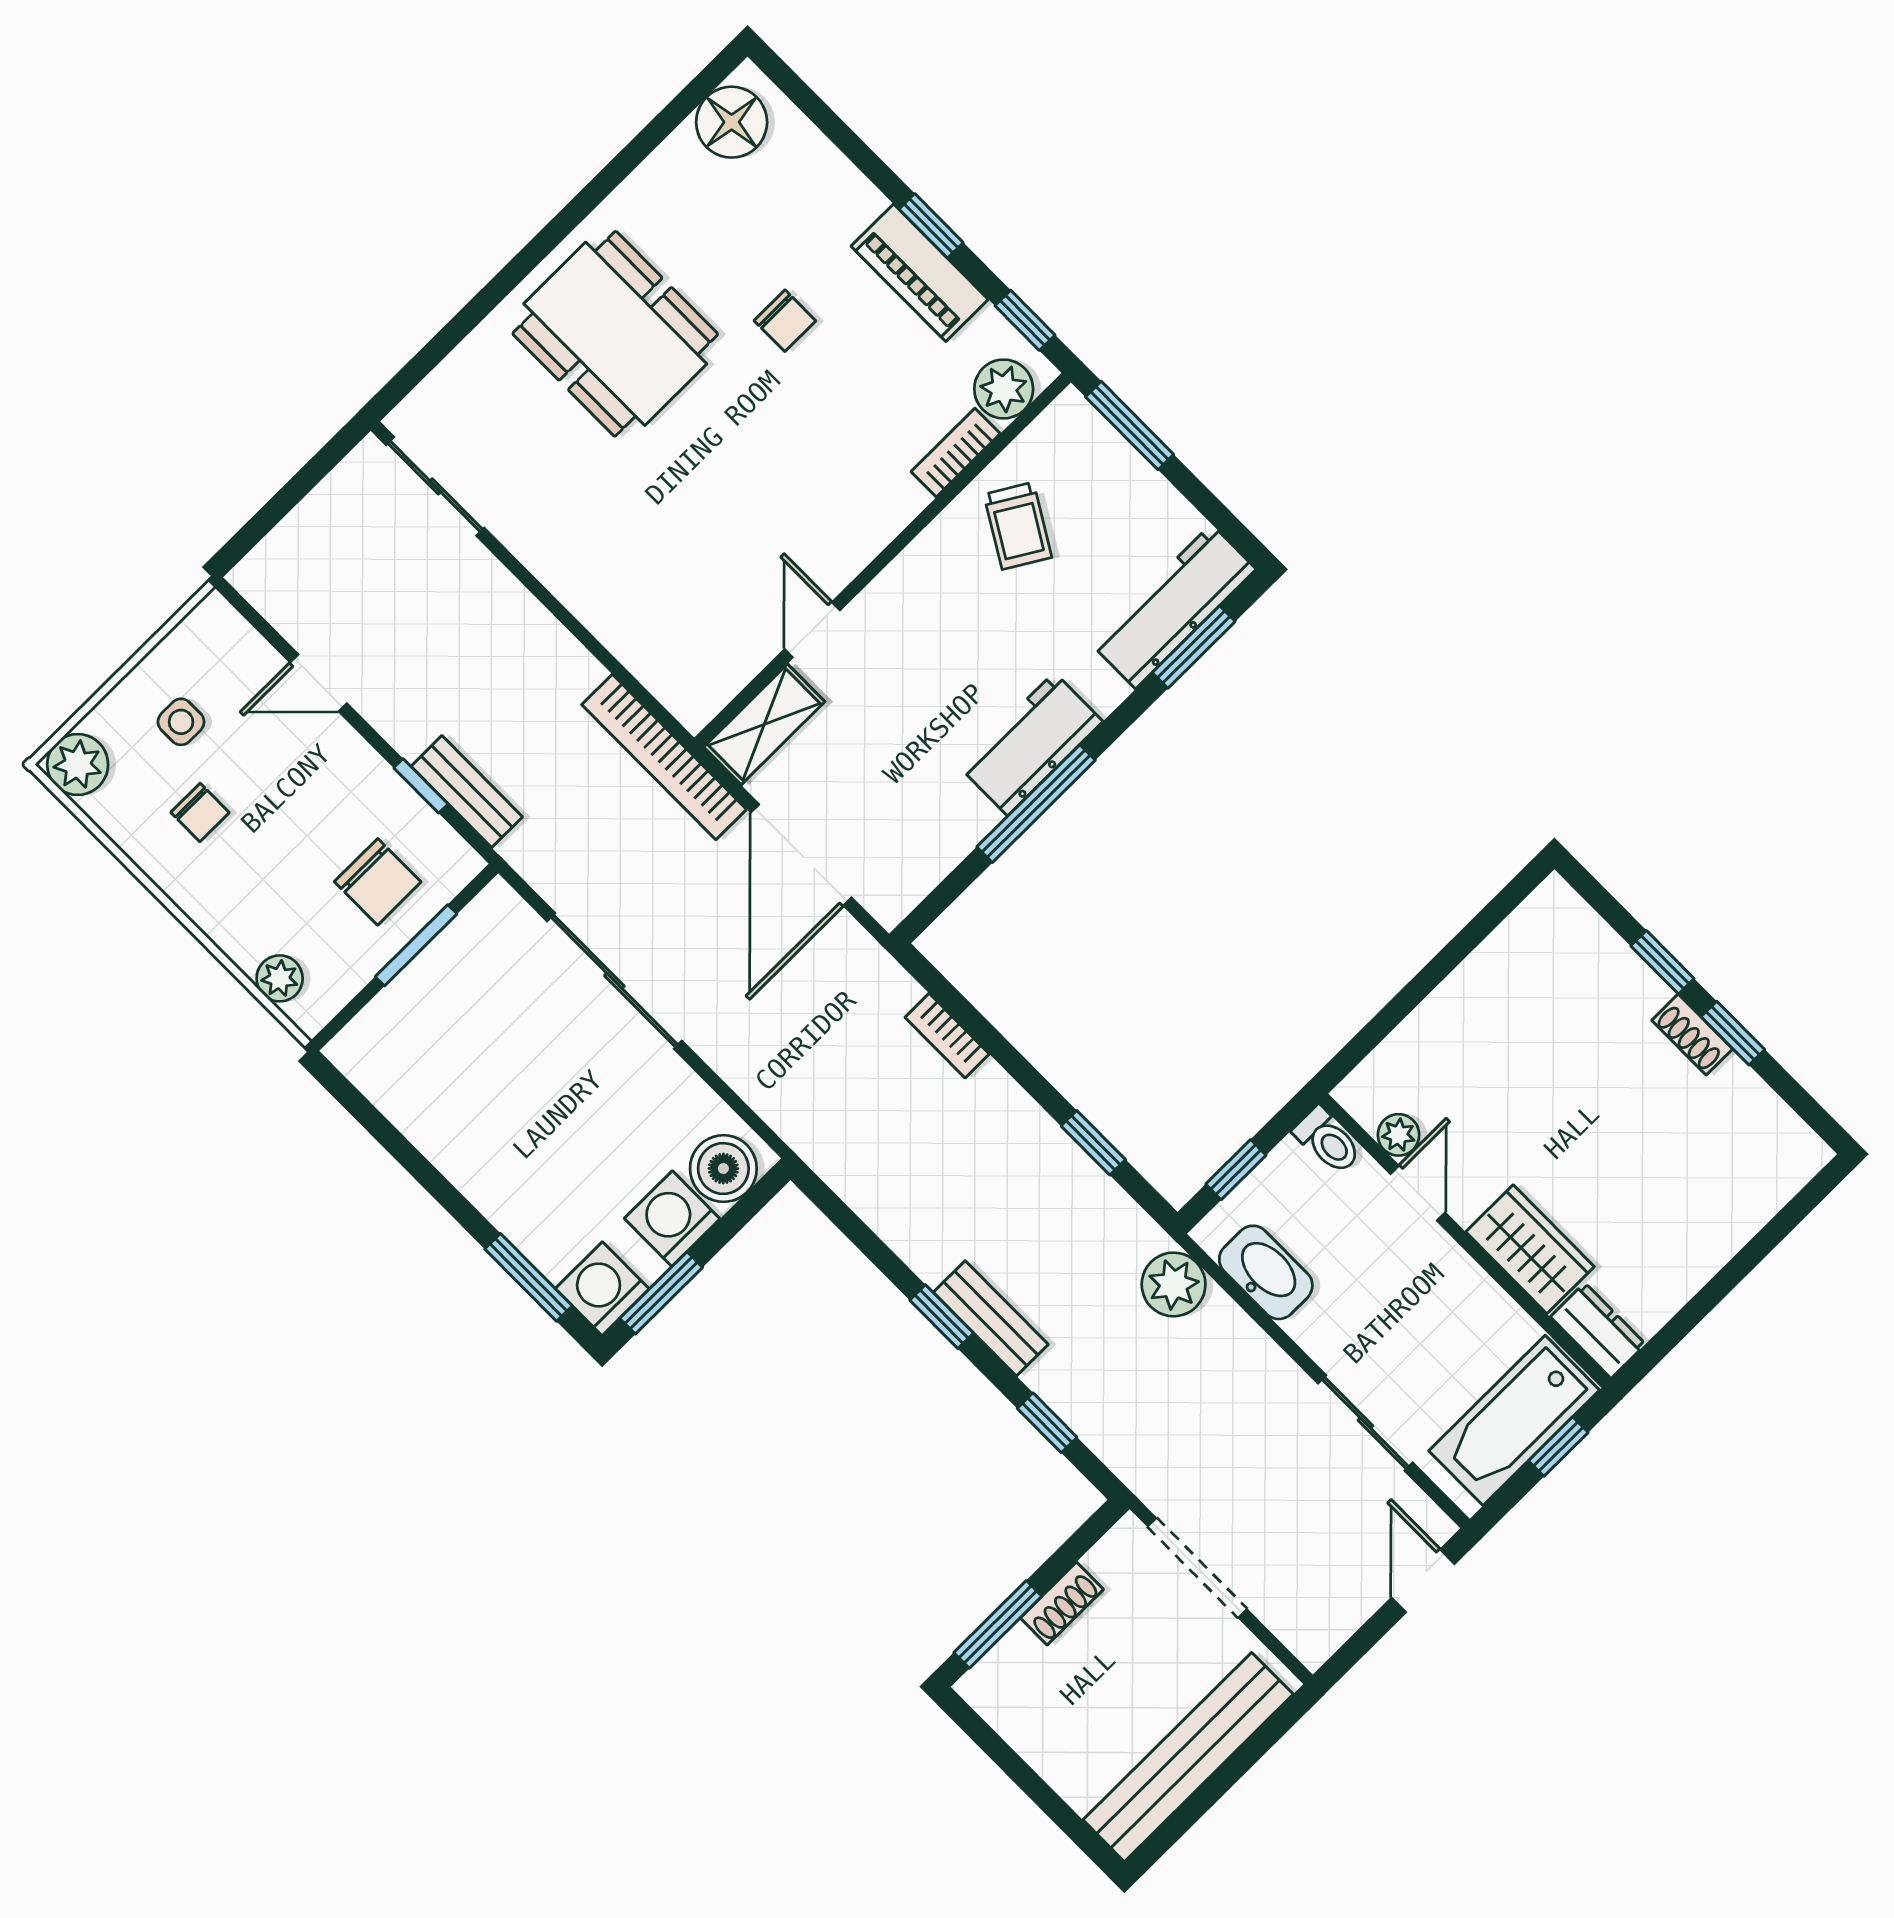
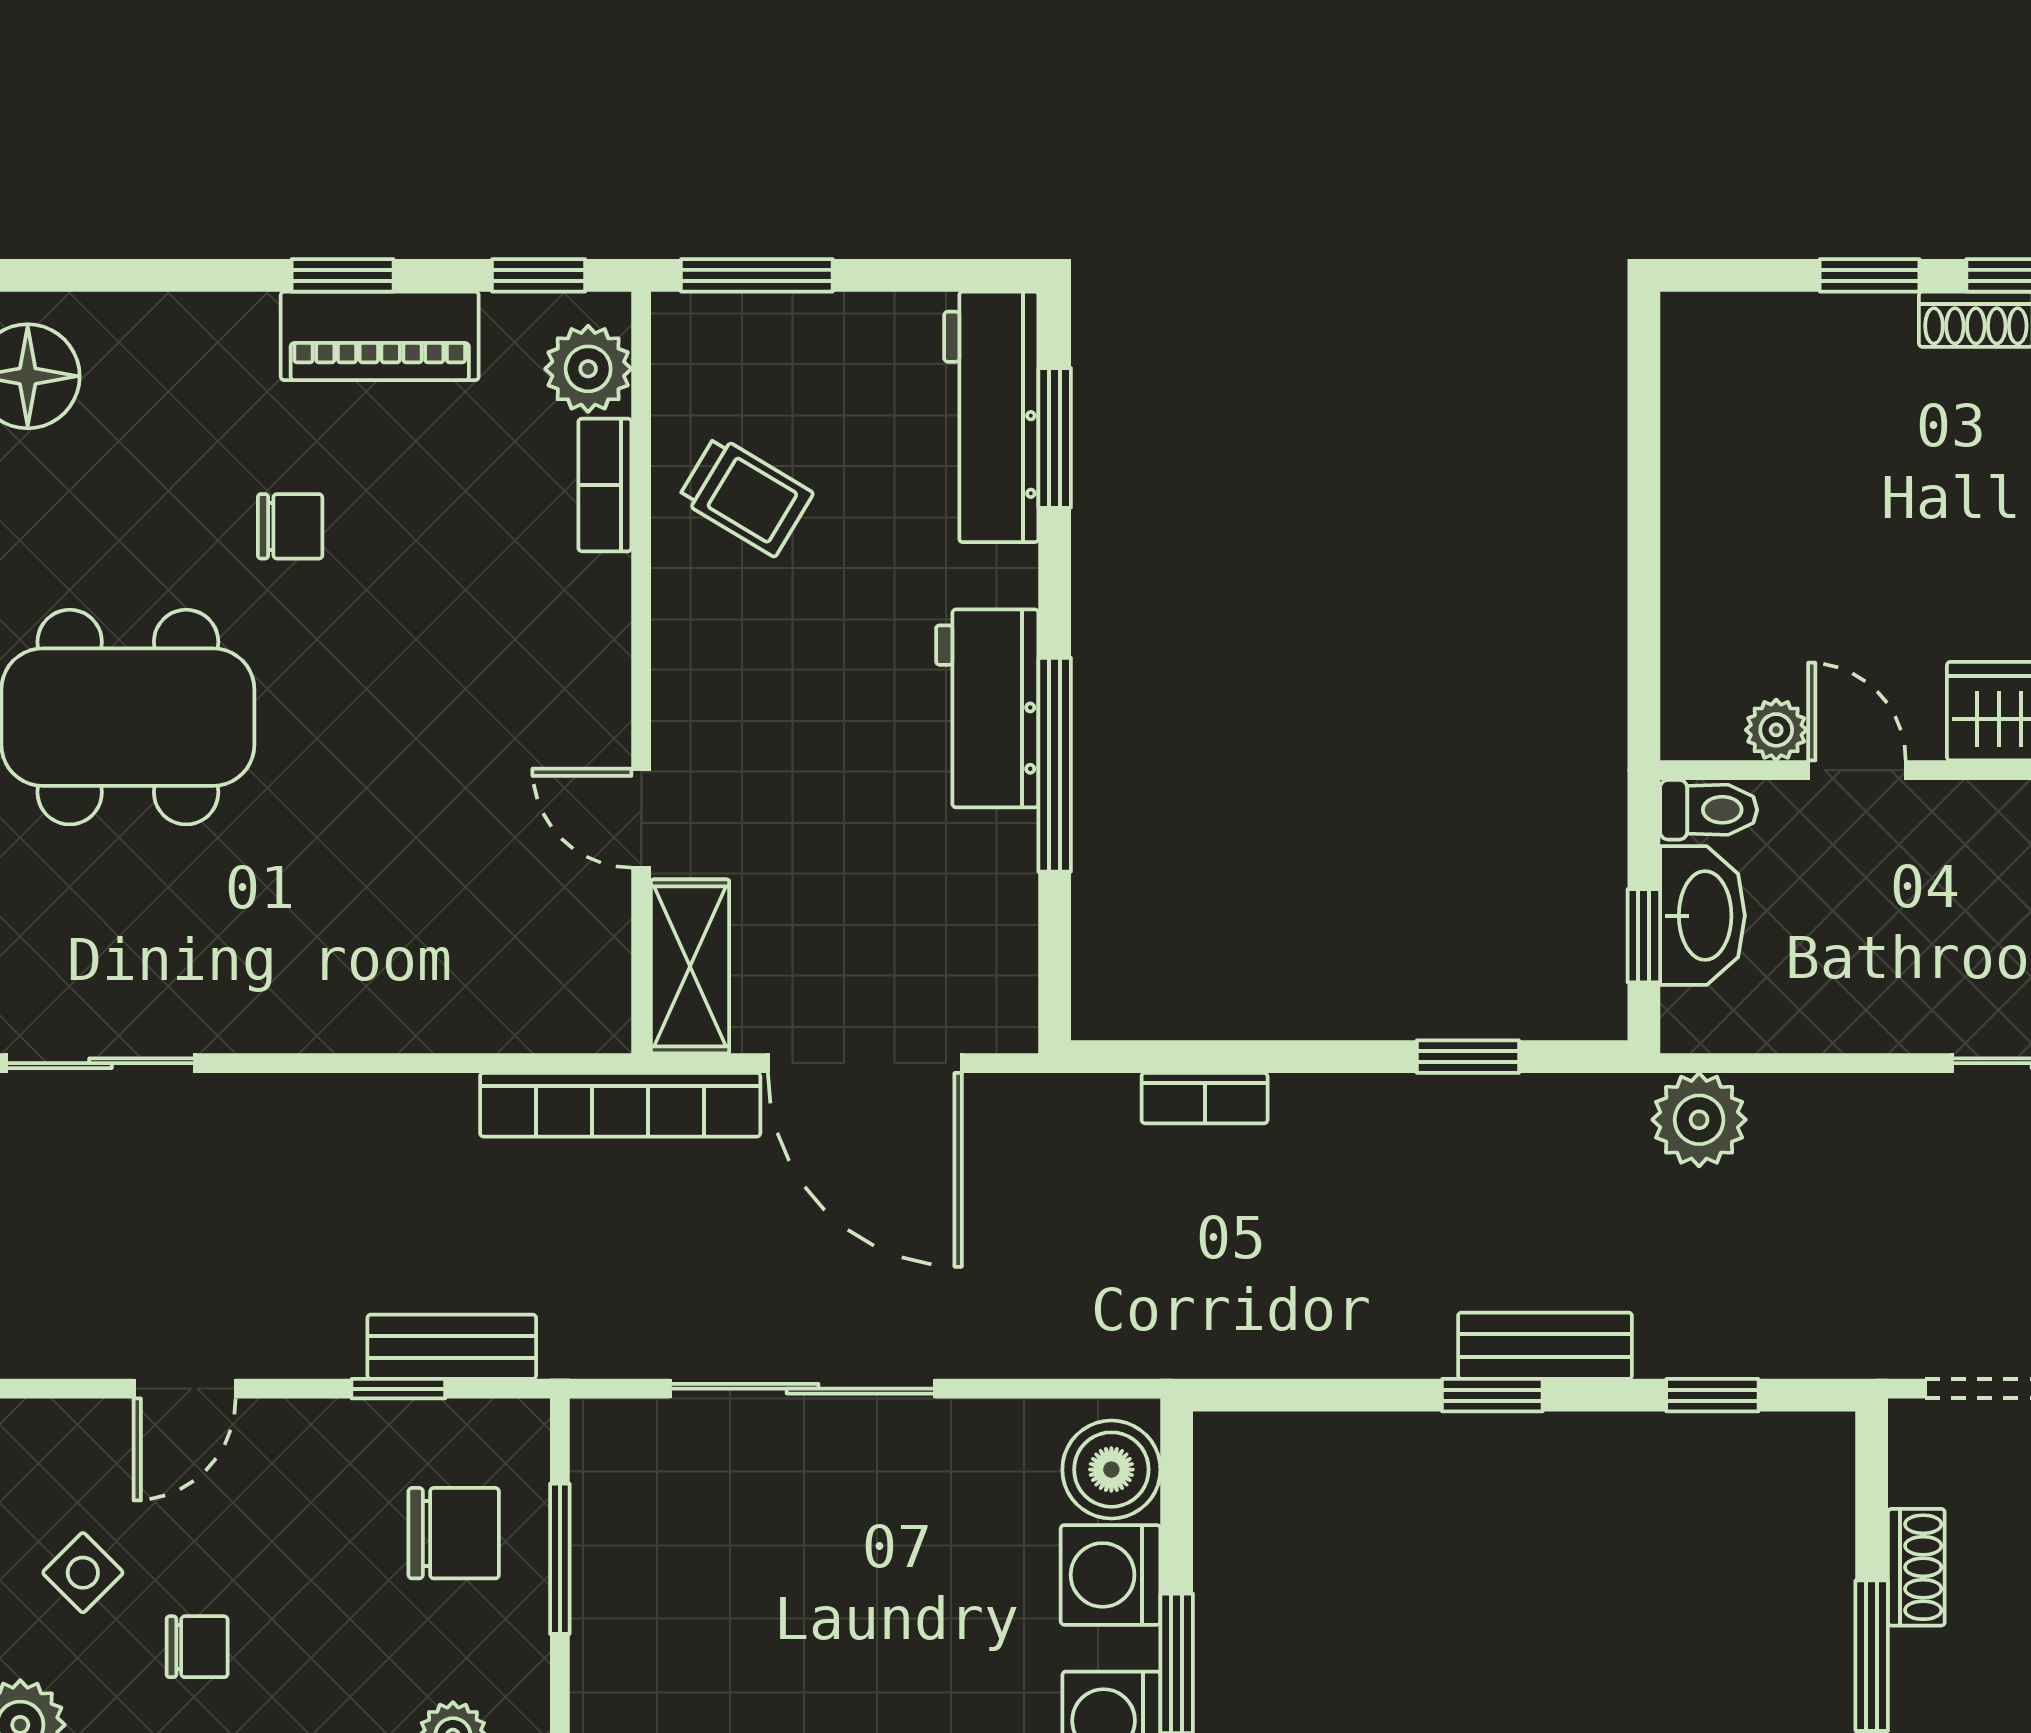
side table: (181, 722) -> (83, 1573), turned 45
washbasin: (1266, 1272) -> (1703, 916), moved, turned 90

